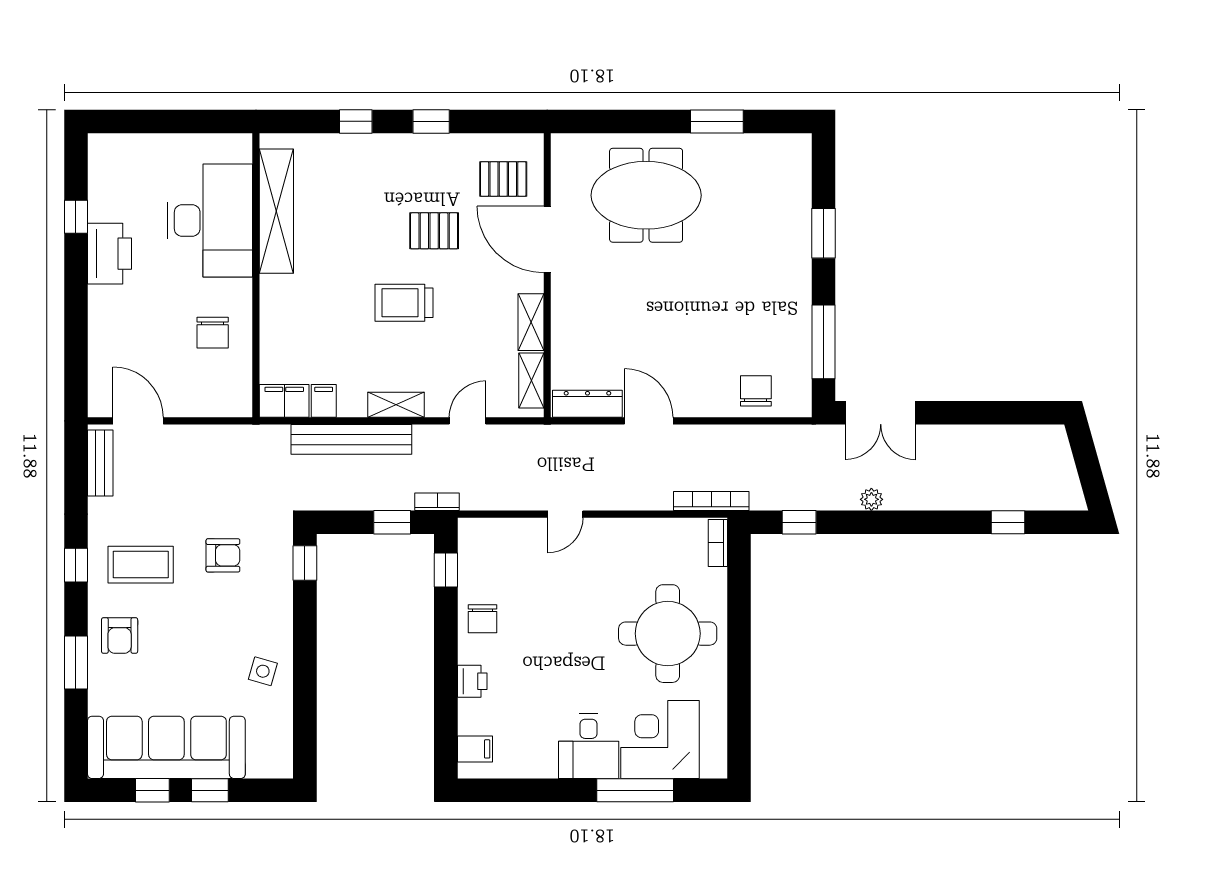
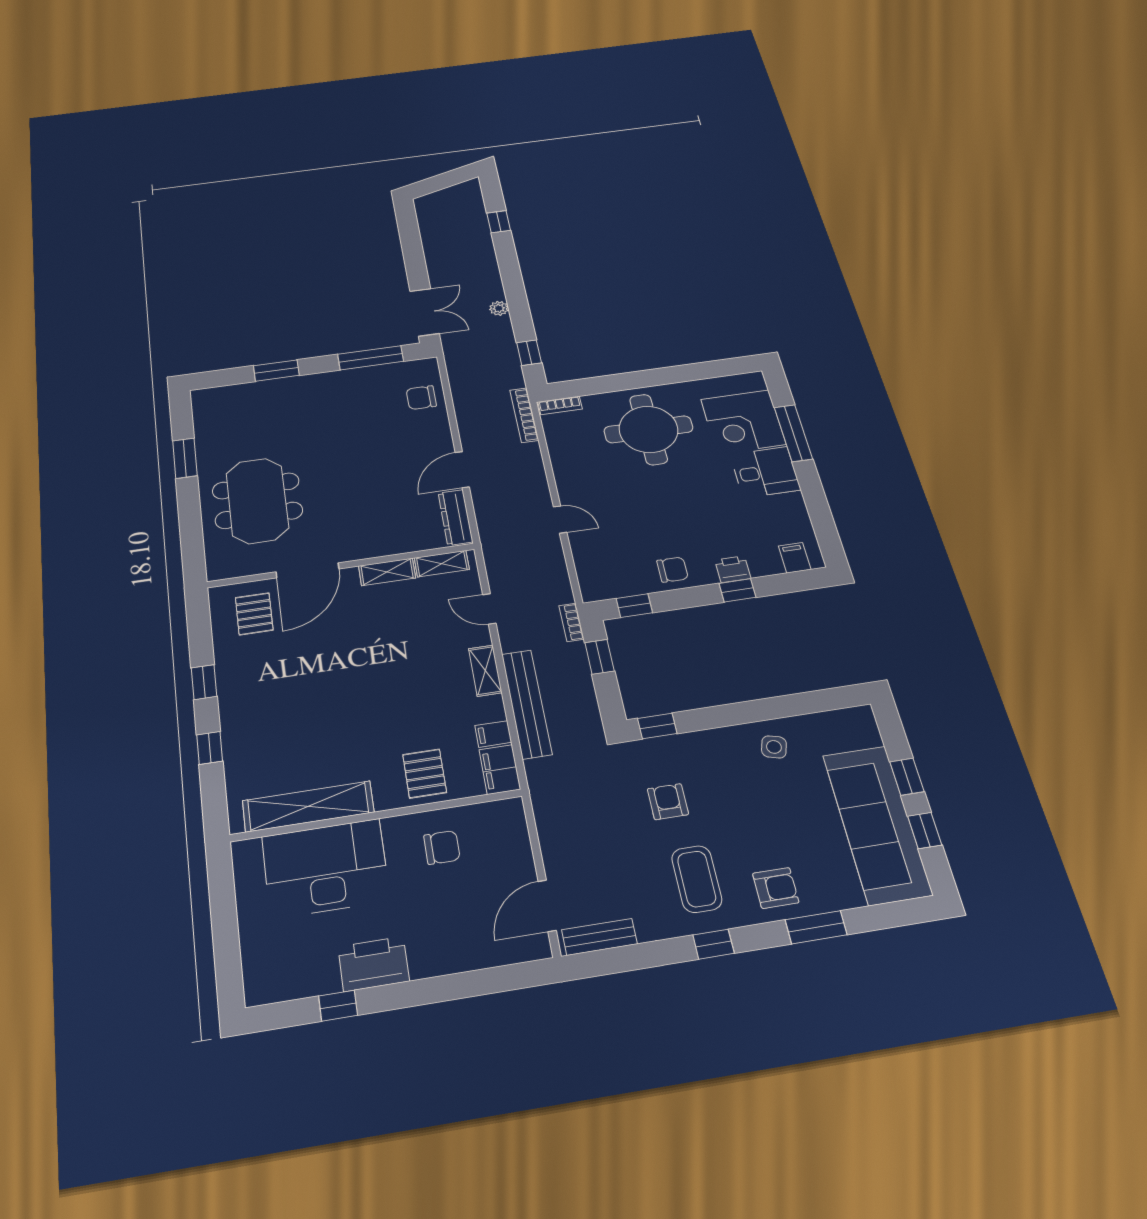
pallet: (434, 231) -> (425, 773), moved
trolley: (404, 303) -> (385, 679), removed
window: (446, 680) -> (737, 590), added

